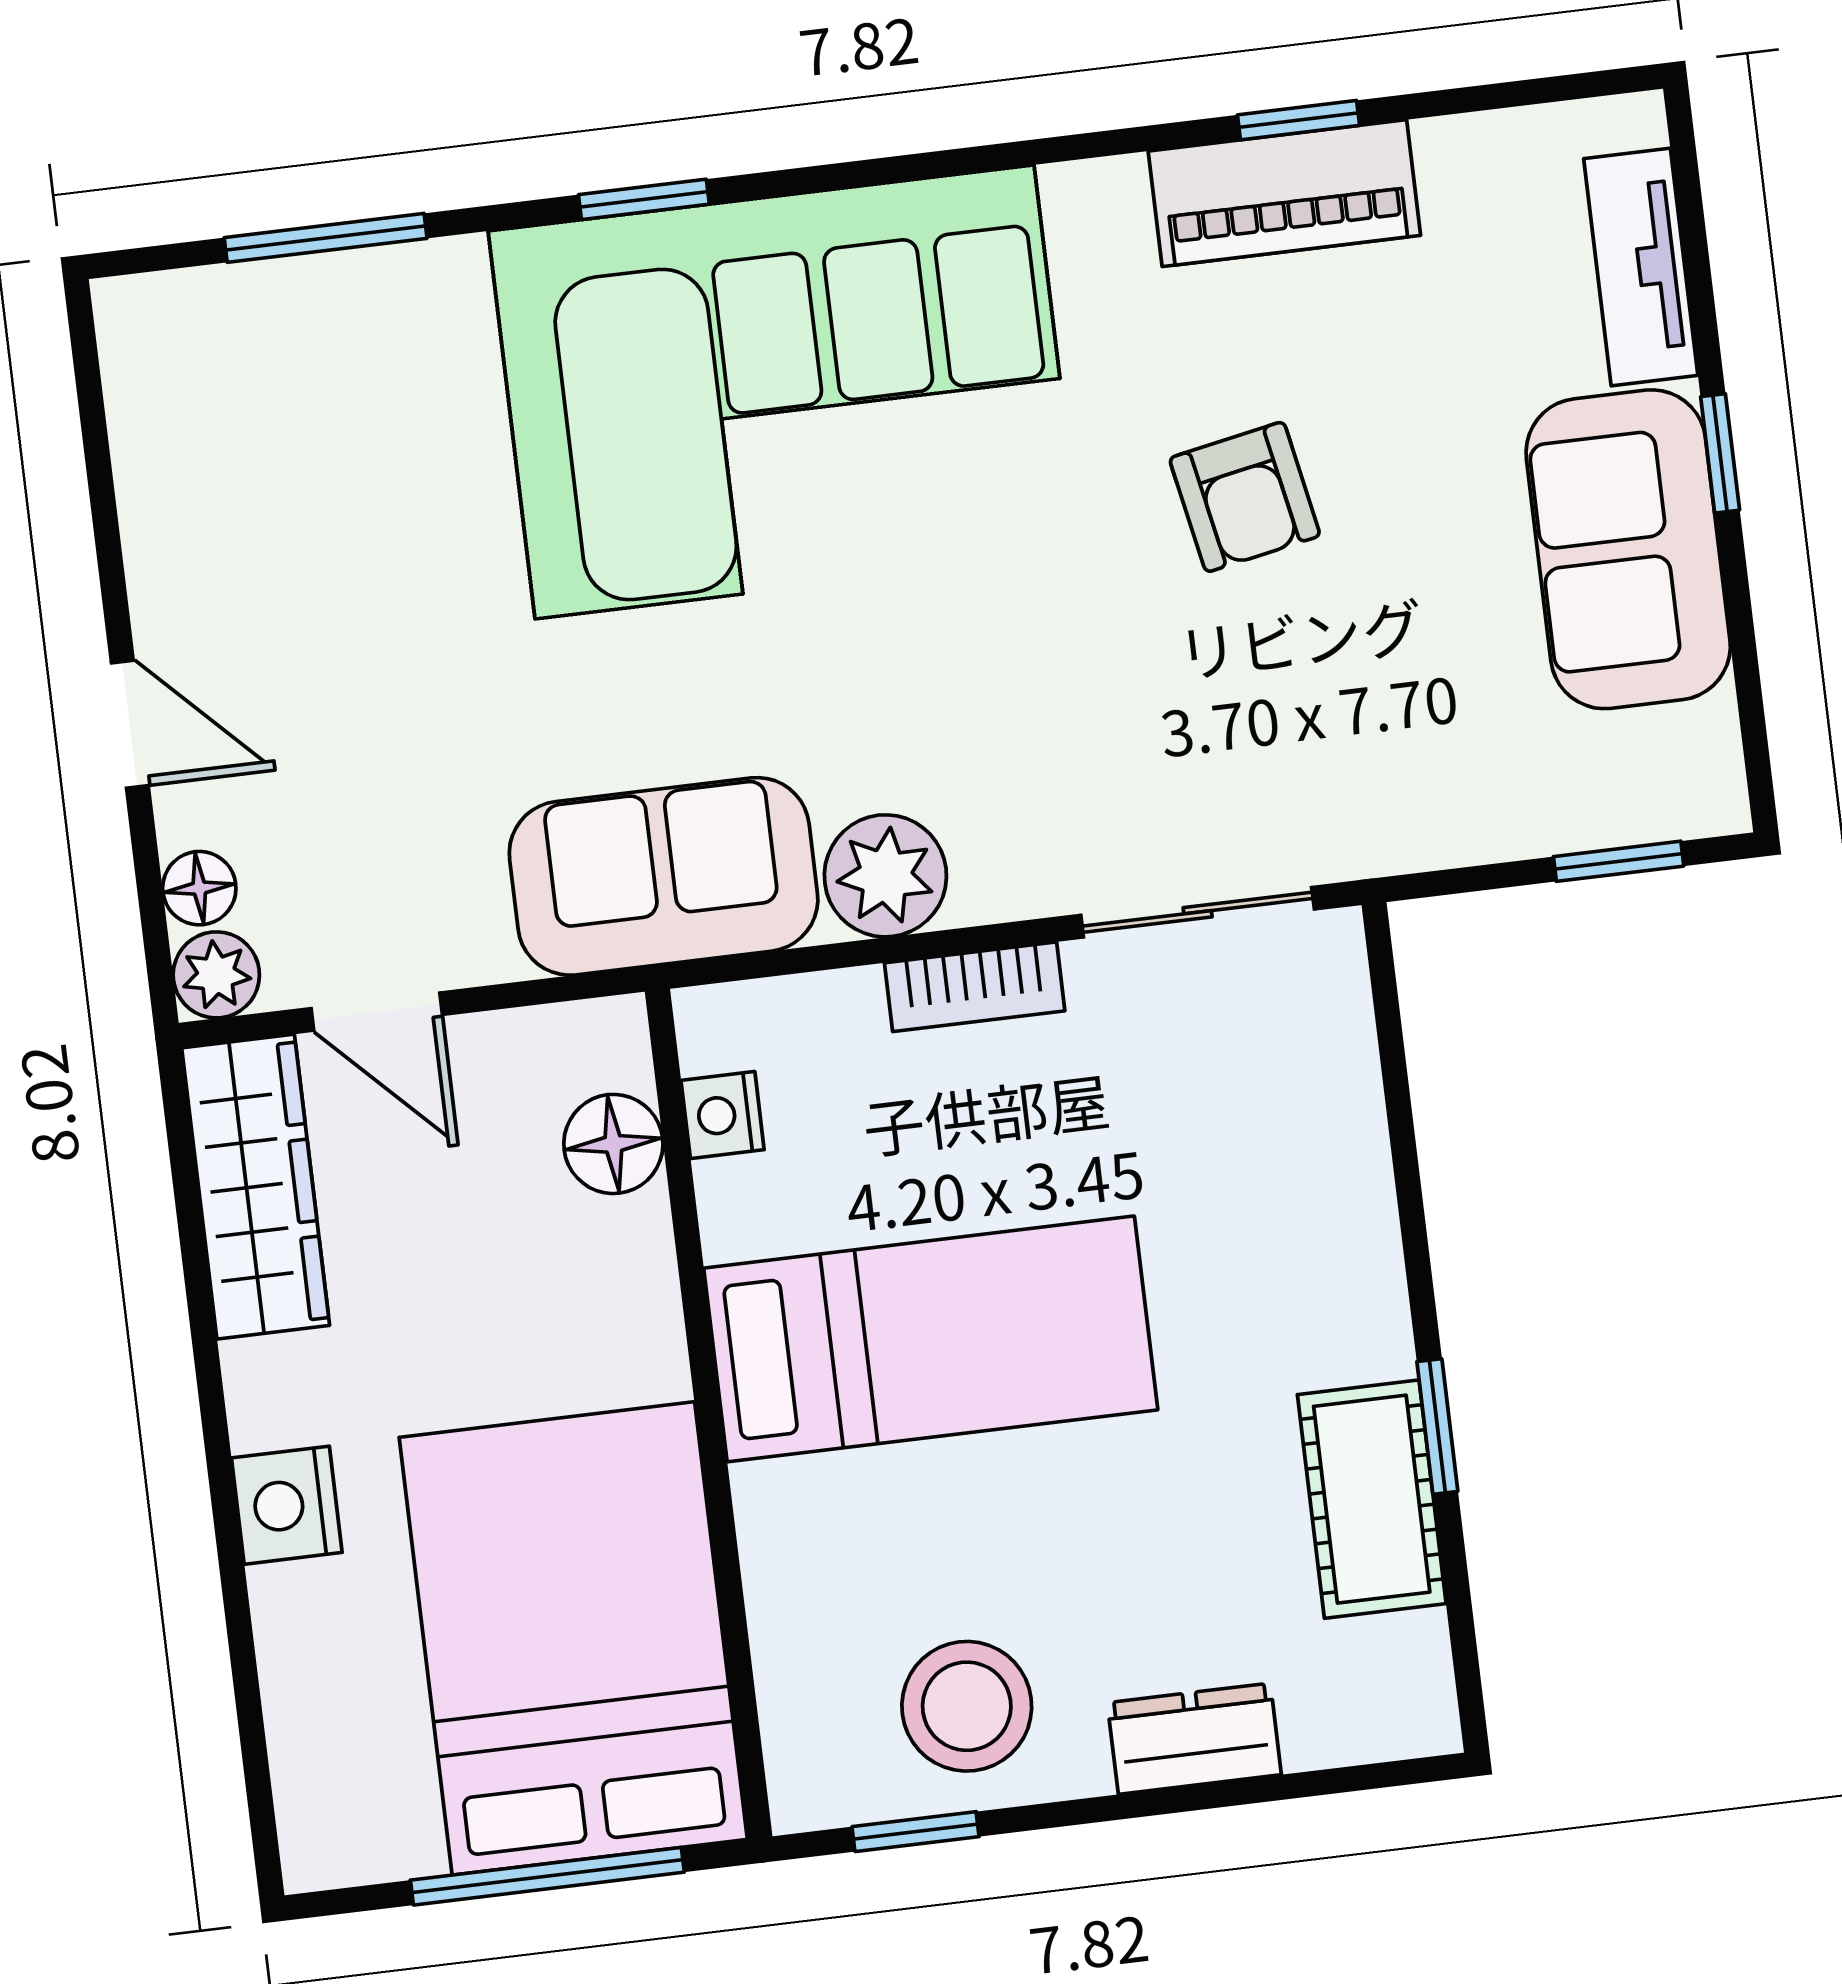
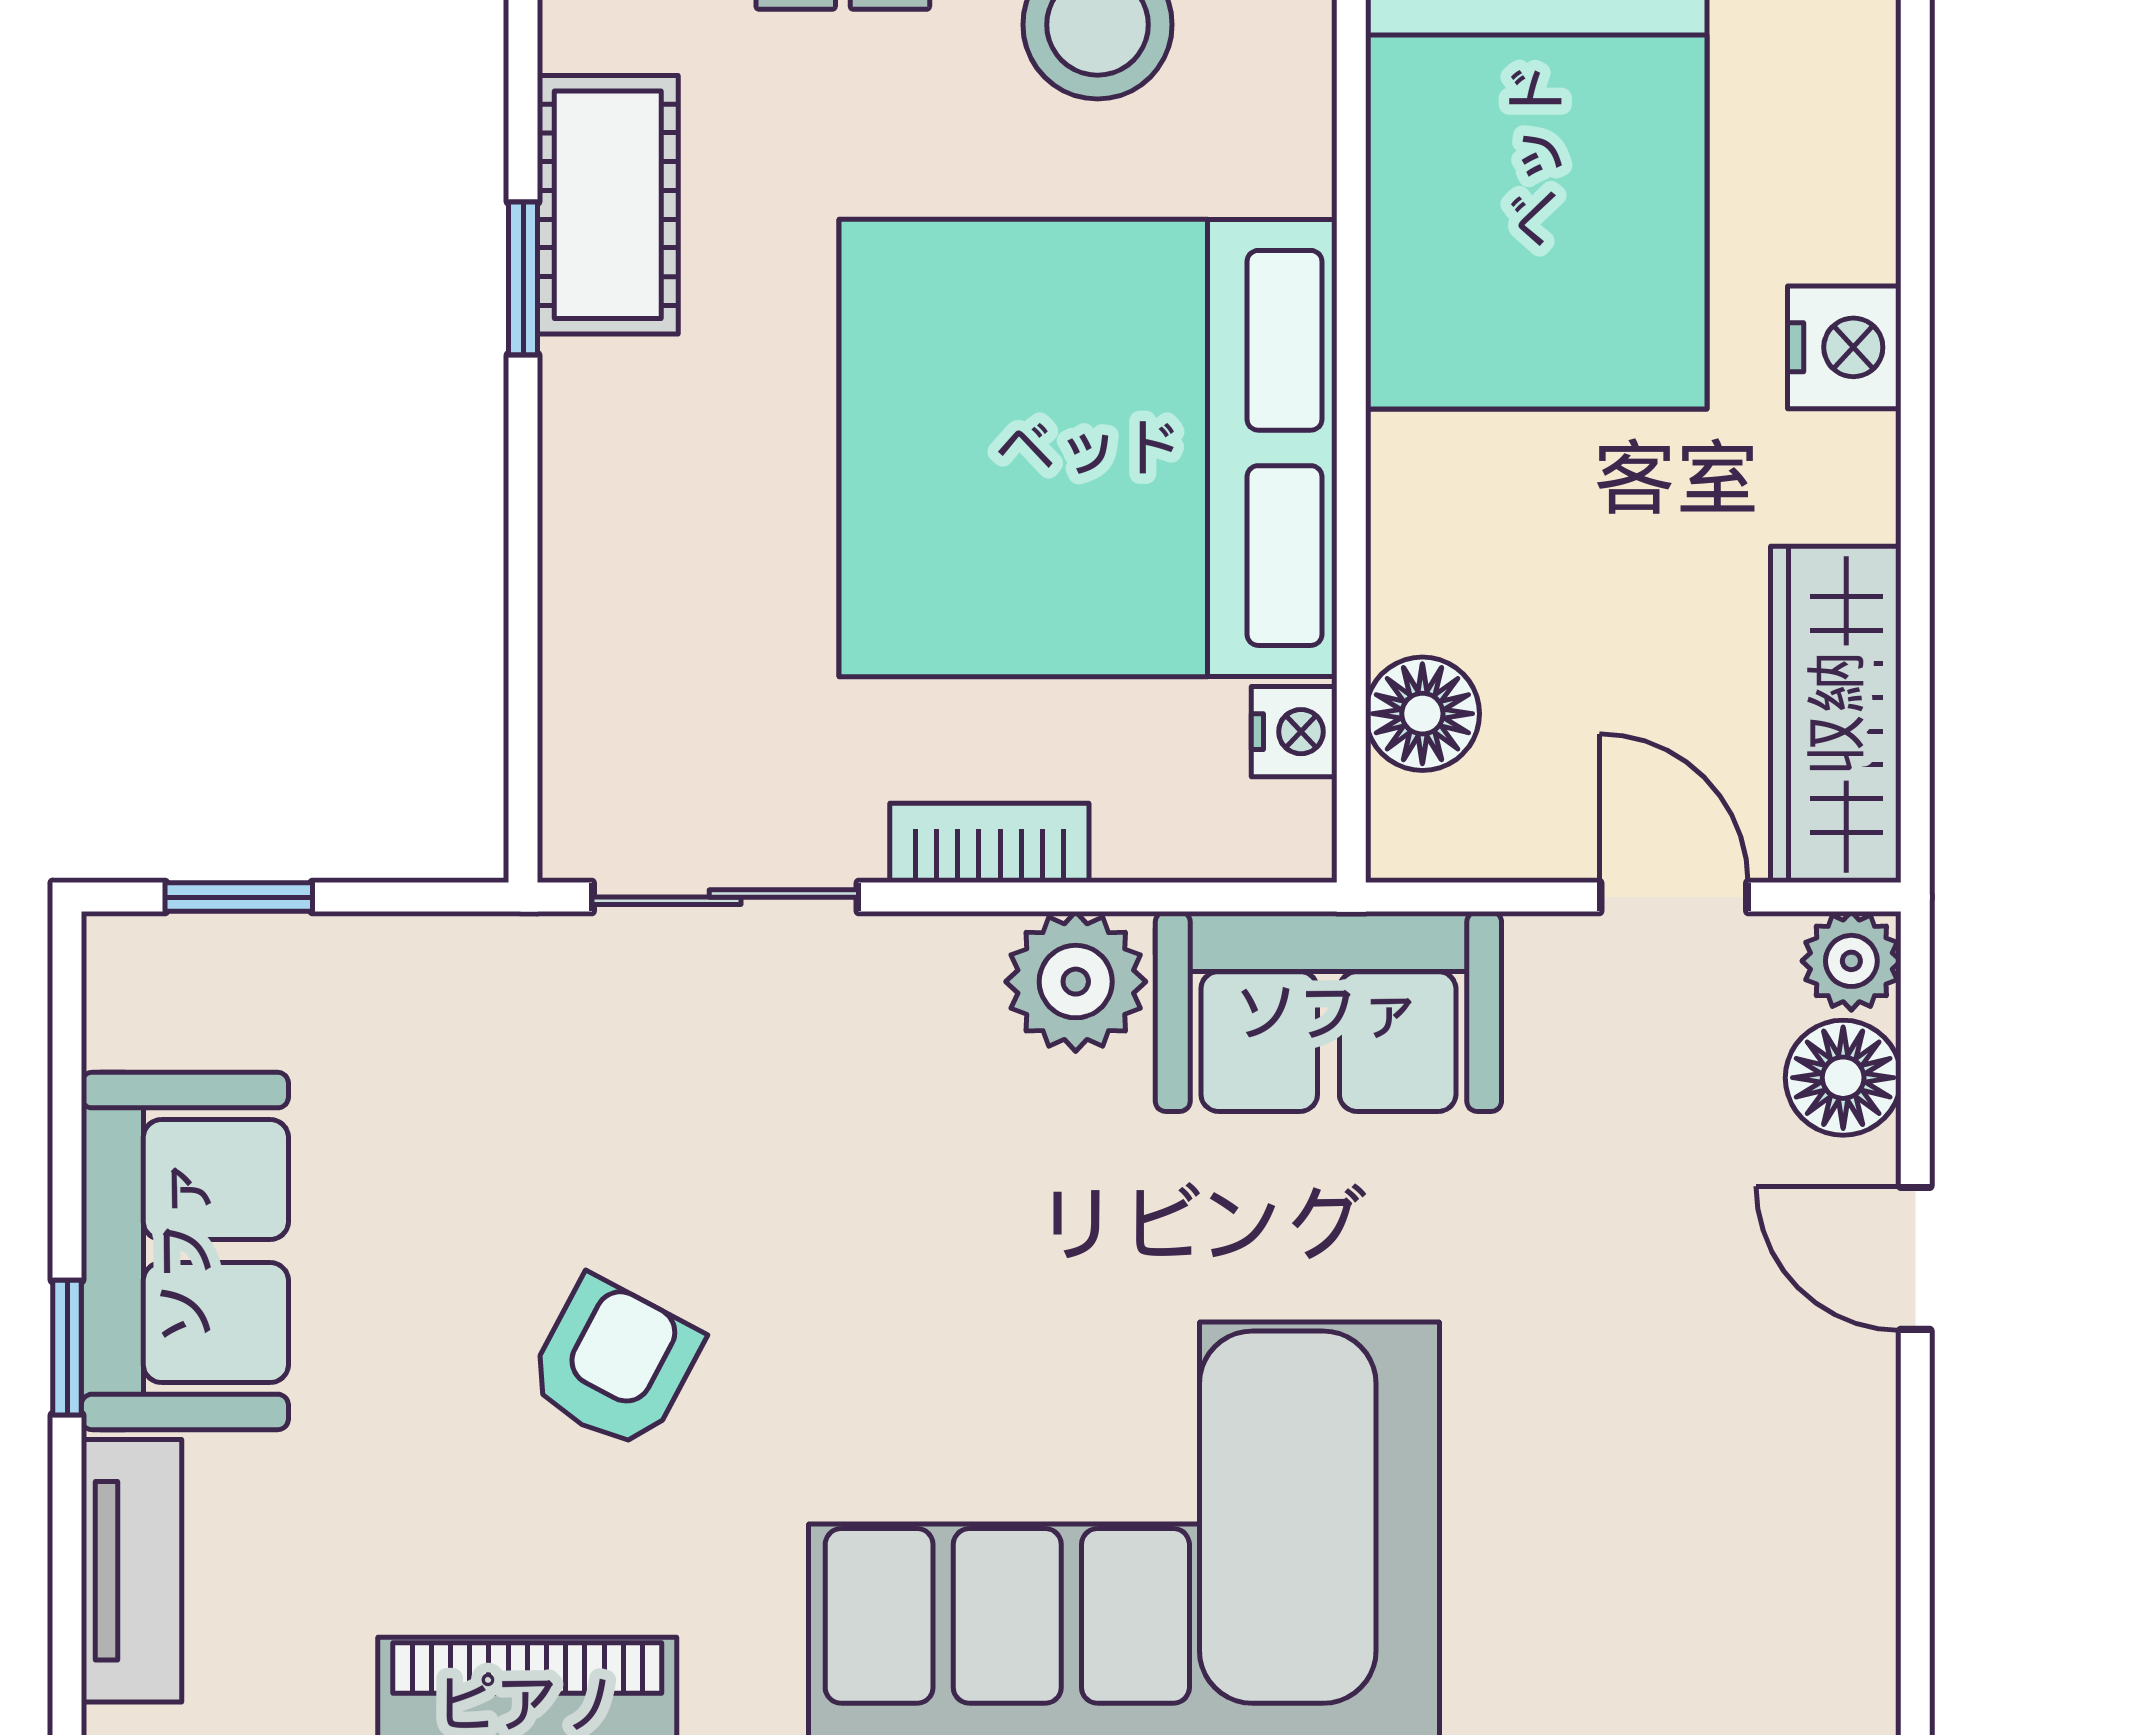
armchair: (1245, 497) -> (614, 1364), turned 39
floor lamp: (199, 888) -> (1843, 1078), width x1.37, depth x1.37
bed: (931, 1339) -> (1088, 448), width x2.04

